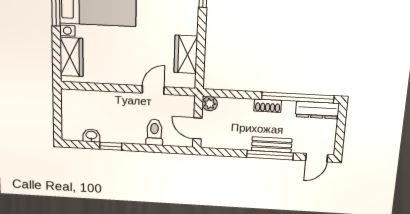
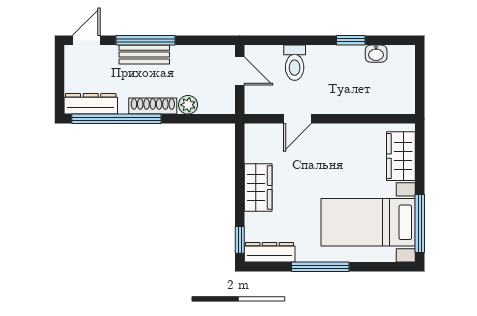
wardrobe: (186, 54) -> (258, 187), moved
plant: (210, 104) -> (188, 105), moved
shoe rack: (268, 106) -> (153, 106), width x1.43

